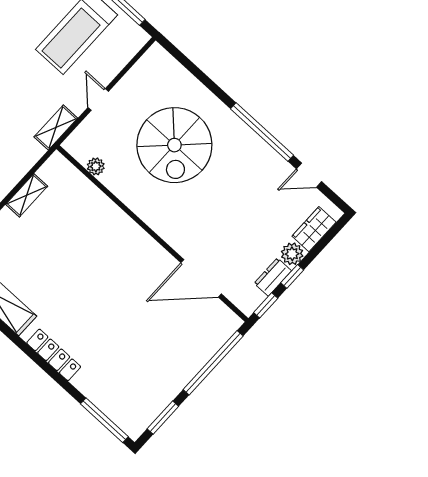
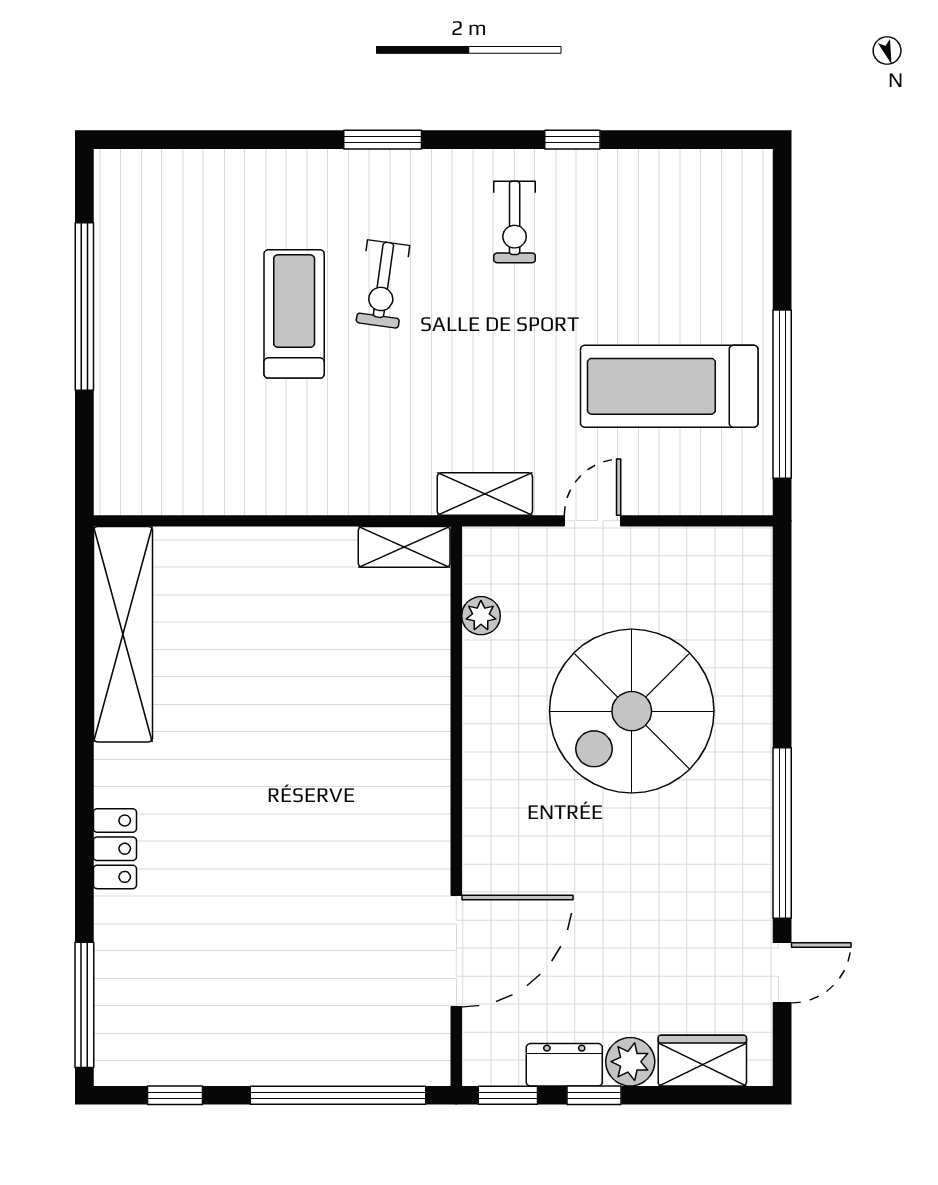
door: (309, 175) -> (782, 973), swing flipped
shelving: (27, 195) -> (404, 547), moved
door: (201, 278) -> (456, 951), swing flipped
locker: (54, 355) -> (115, 849), width x0.66
window: (163, 418) -> (175, 1095), width x0.67

